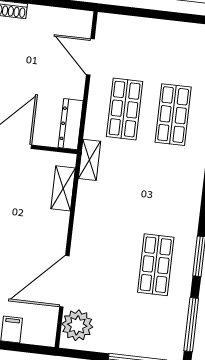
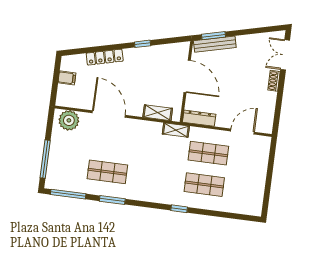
door: (64, 281) -> (109, 114), moved

